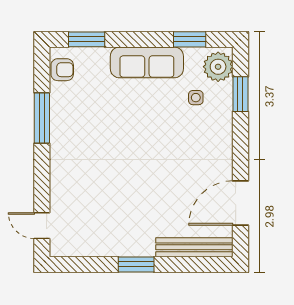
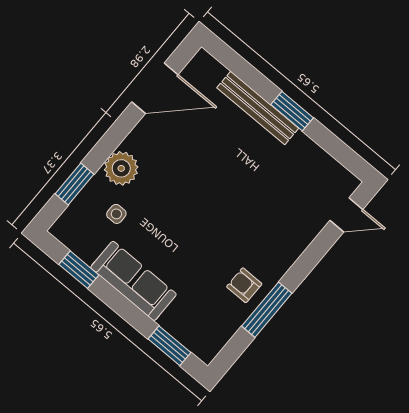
plant: (218, 67) -> (121, 168), moved
armchair: (62, 70) -> (244, 285), moved
door: (42, 226) -> (346, 215), hinge flipped
bench: (194, 247) -> (258, 108), moved

